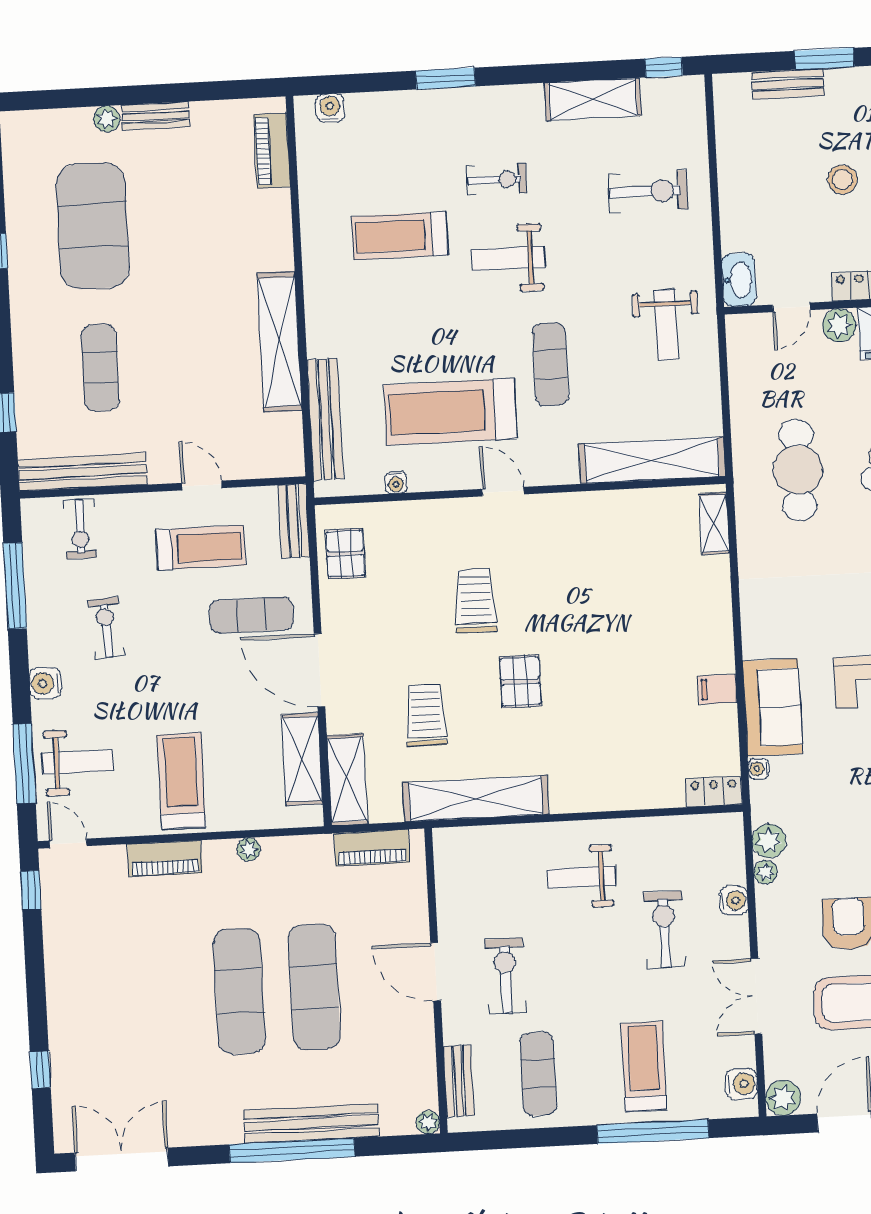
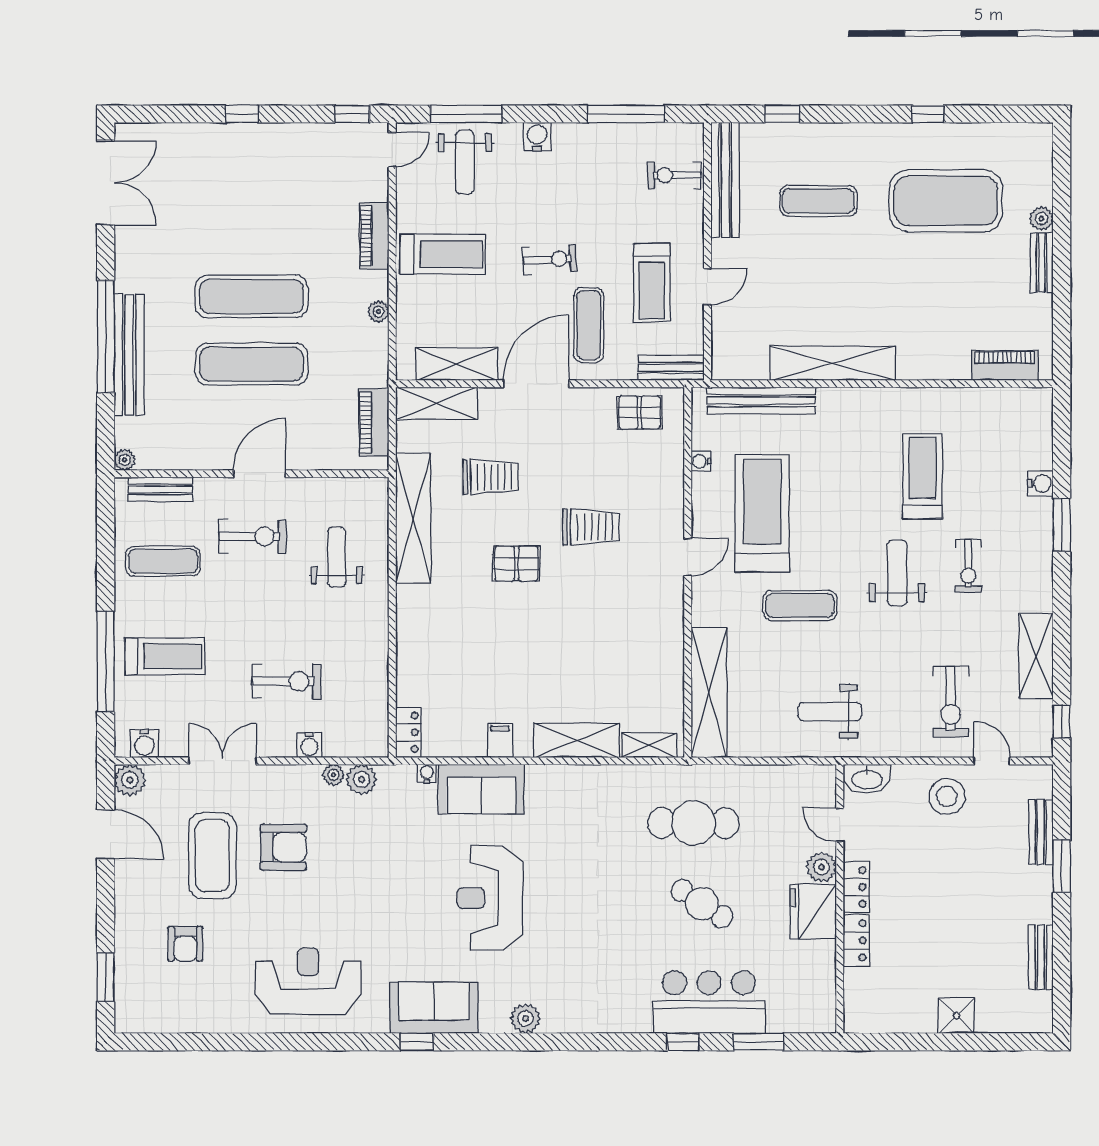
water cooler: (330, 108) -> (1040, 483), moved
door: (712, 142) -> (992, 761), added
stool: (842, 180) -> (947, 796), moved, width x1.38, depth x1.38
shelving: (713, 604) -> (577, 740), added
exercise bike: (106, 628) -> (549, 259), moved
weight bench: (582, 877) -> (337, 557), moved
window: (40, 1070) -> (242, 114), moved

